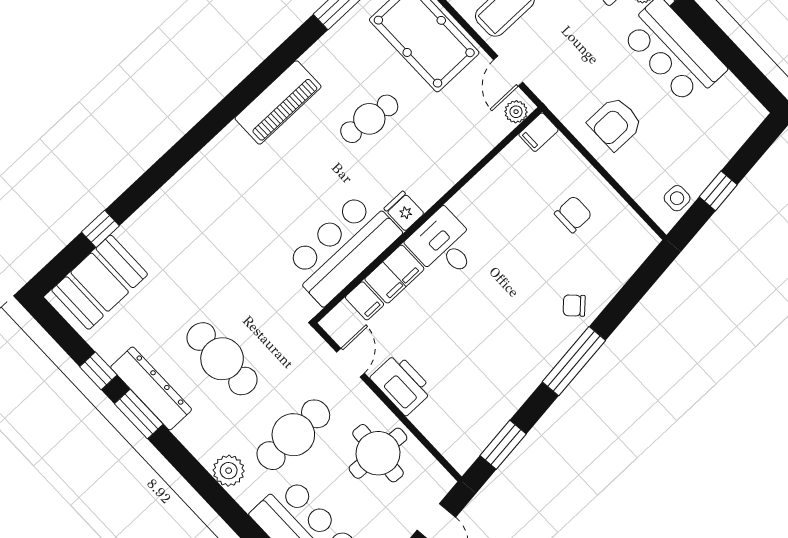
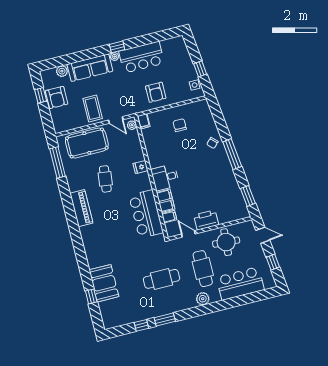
fridge: (404, 211) -> (141, 167), moved
booth: (100, 282) -> (104, 283), moved
dresser: (151, 388) -> (158, 310), removed

